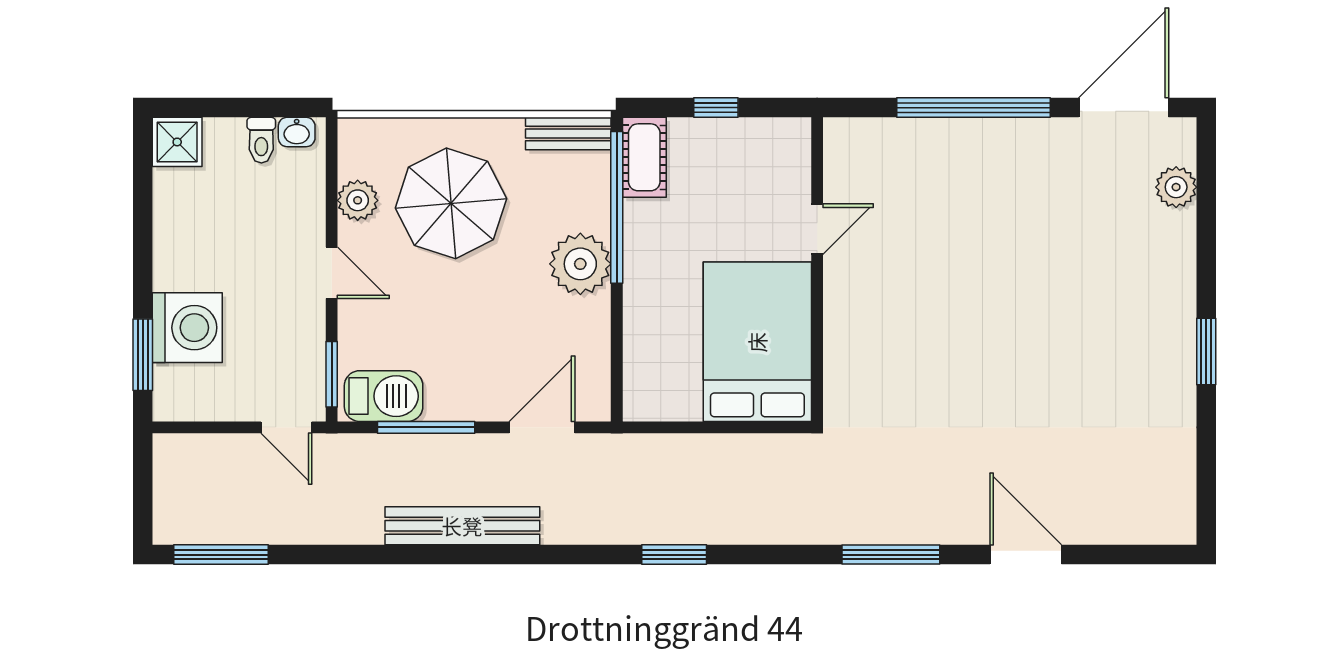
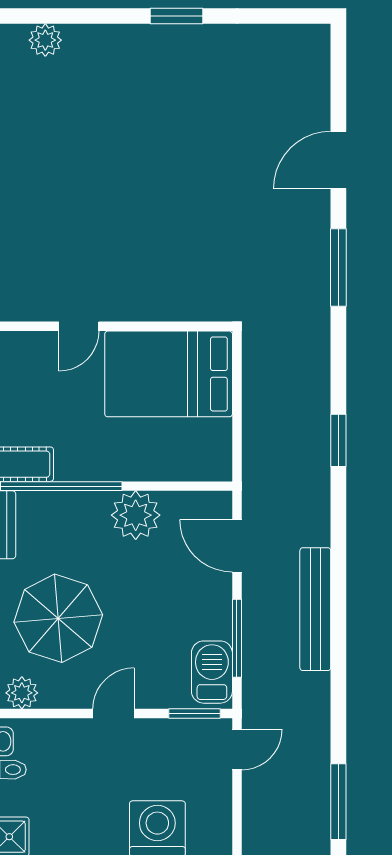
plant: (358, 200) -> (22, 693), moved
door: (817, 229) -> (79, 326), swing flipped
plant: (580, 264) -> (136, 515), moved

